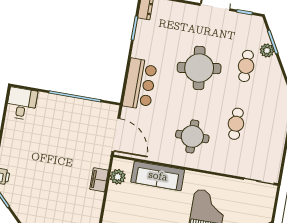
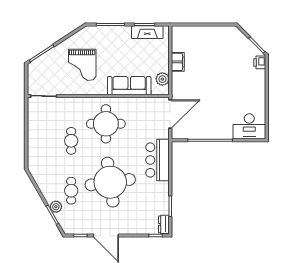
round table: (199, 68) -> (110, 182), width x1.36, depth x1.36
desk: (22, 104) -> (249, 126), width x1.37
door: (116, 135) -> (170, 114), swing flipped
round table: (192, 136) -> (106, 124), width x1.36, depth x1.36
filing cabinet: (99, 180) -> (178, 62), moved

